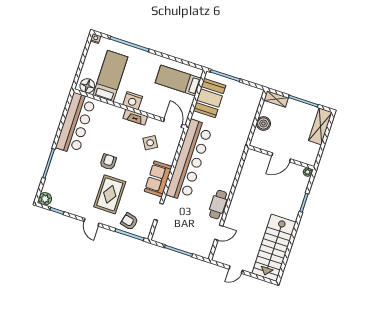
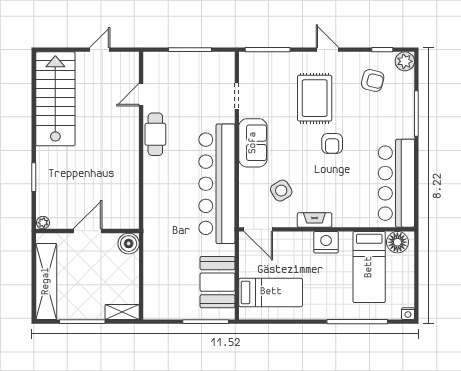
boiler: (263, 123) -> (129, 244), moved
shelving: (320, 126) -> (46, 281), width x1.47
armchair: (129, 222) -> (373, 80), moved

